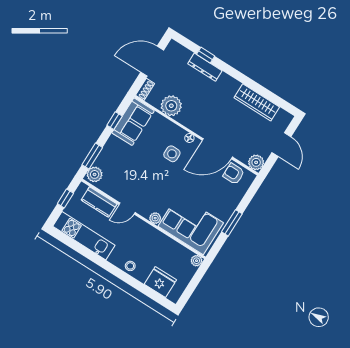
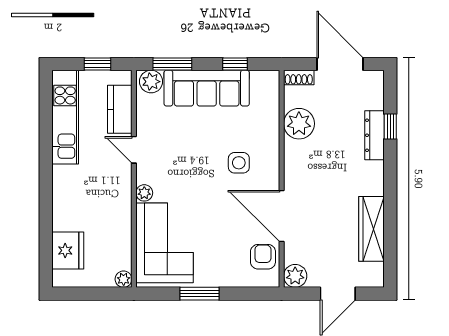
sofa: (133, 122) -> (207, 88), moved, width x1.36
floor lamp: (189, 138) -> (273, 172), removed
stool: (130, 266) -> (64, 200), removed

